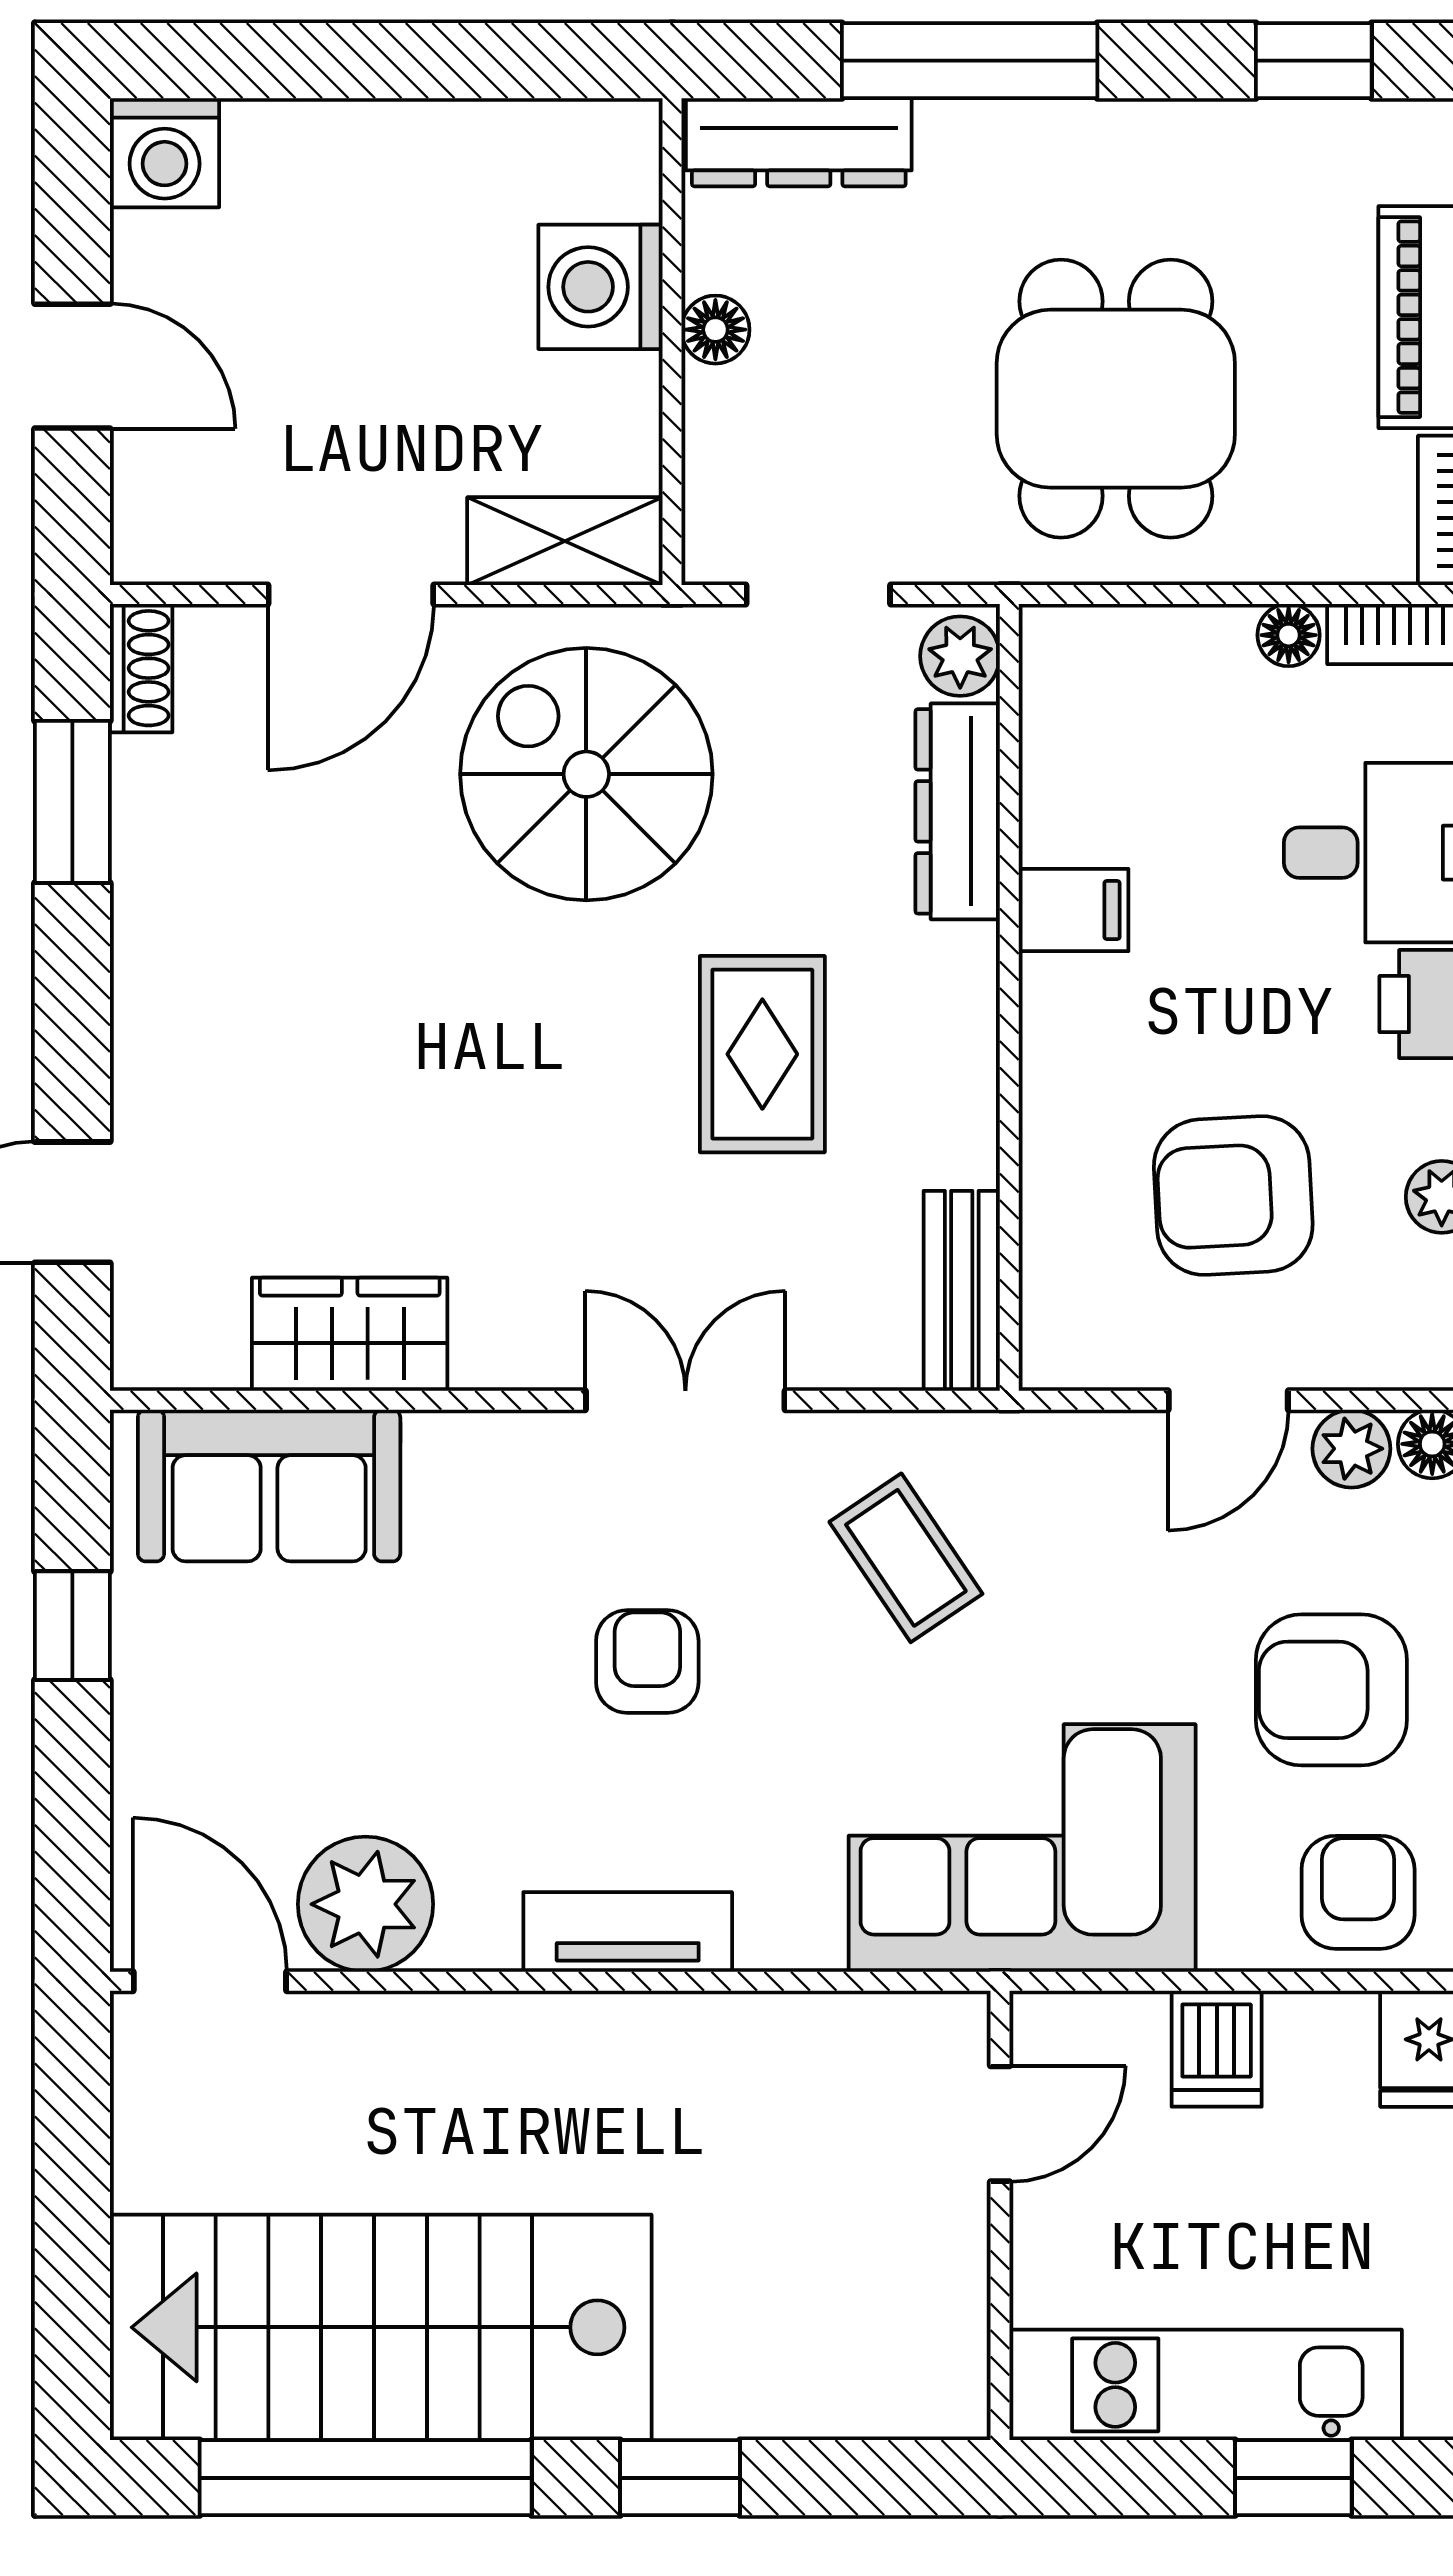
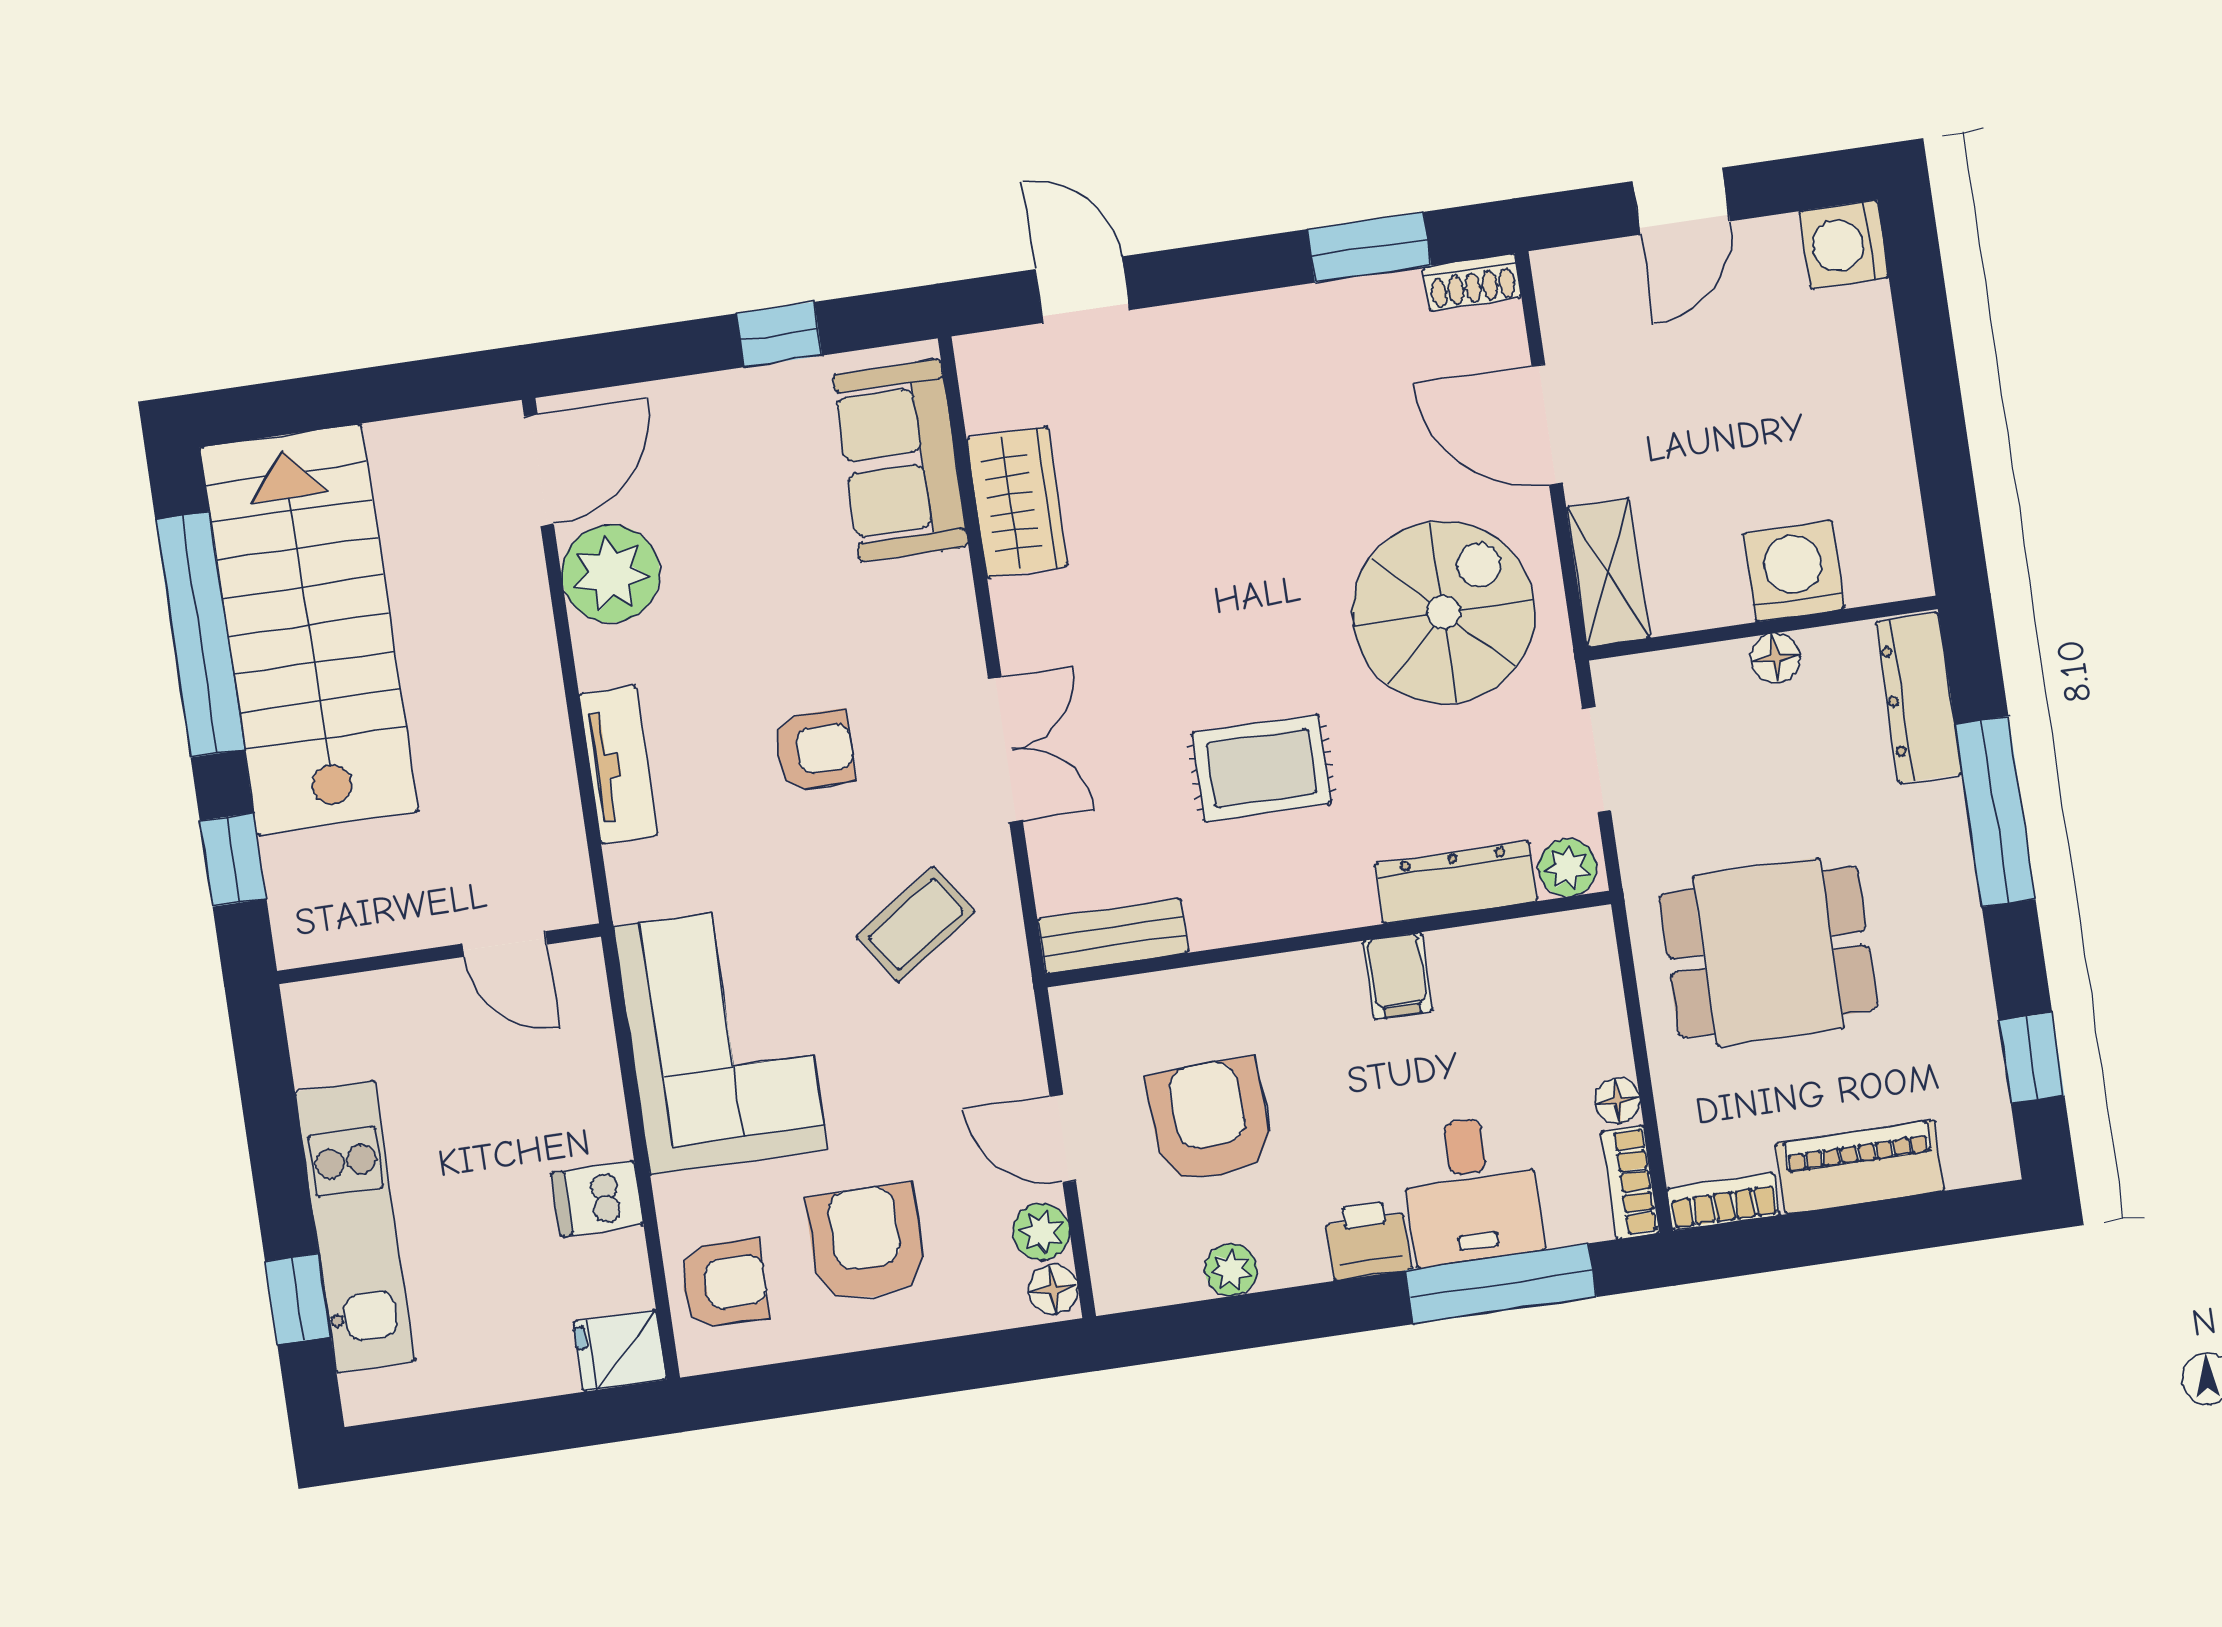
door: (1000, 2124) -> (505, 944), moved
wall: (1000, 2215) -> (439, 954), moved

